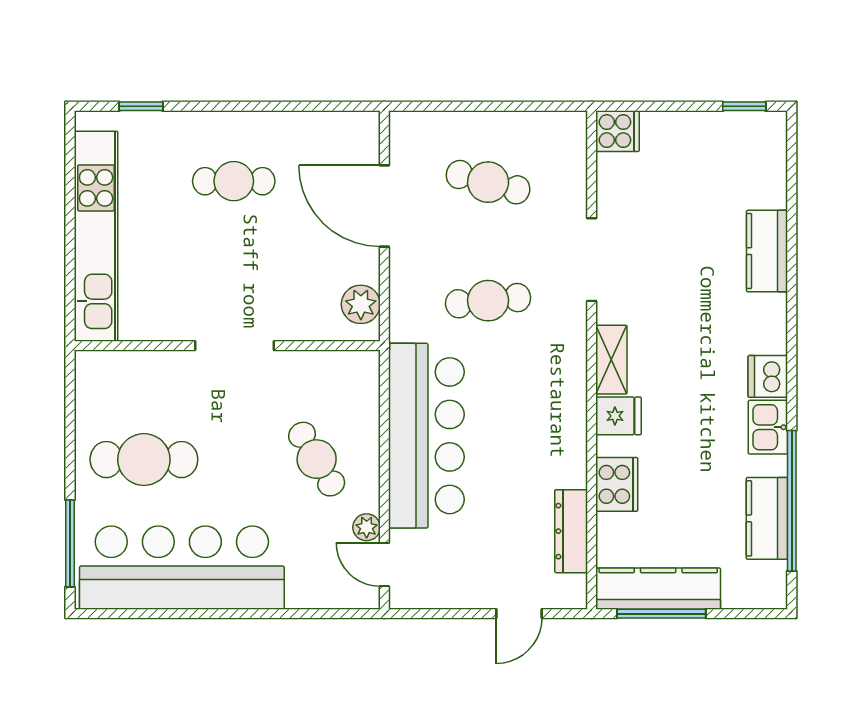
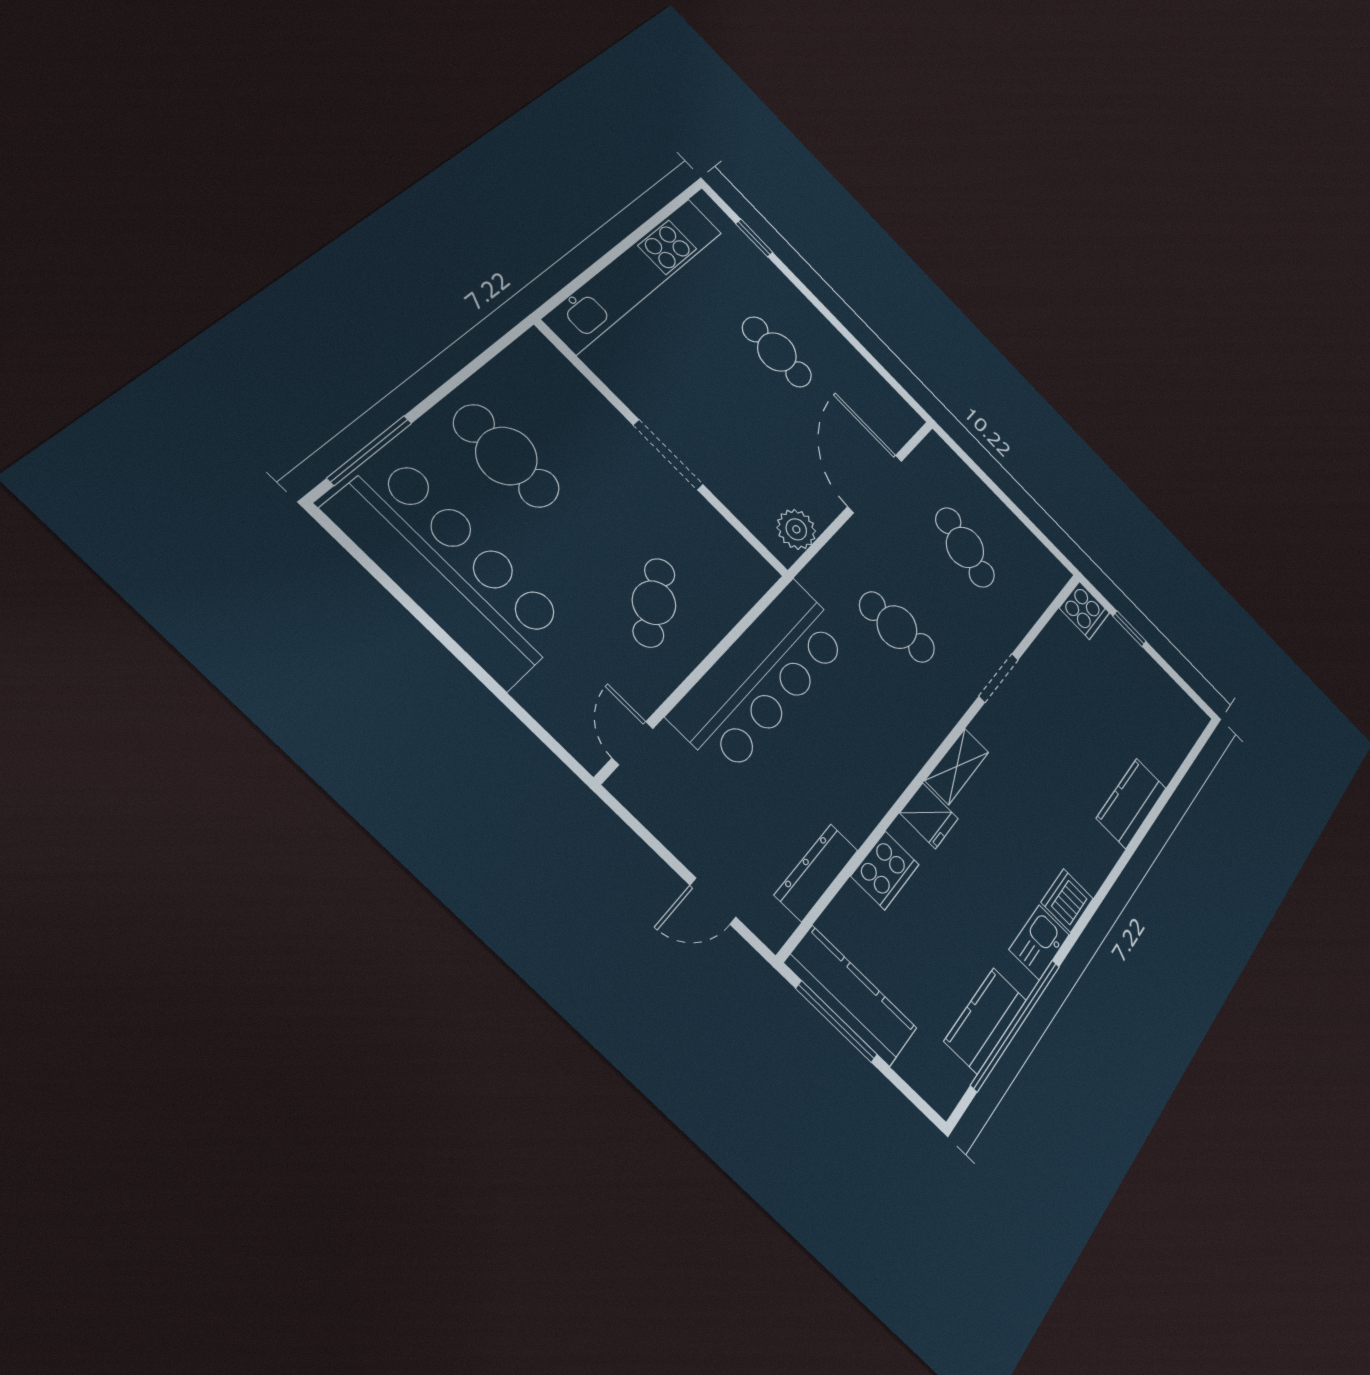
window: (744, 106) -> (1129, 629), moved
doorway: (592, 260) -> (999, 678), width x0.73
plant: (367, 527) -> (646, 698), removed

